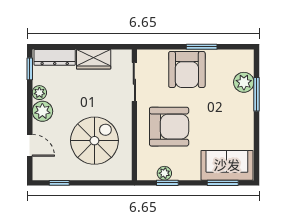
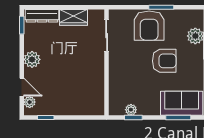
plant: (39, 93) -> (30, 102), moved
armchair: (169, 127) -> (164, 61), moved, width x0.73, depth x0.73
spiral stairs: (94, 141) -> (74, 83), removed

